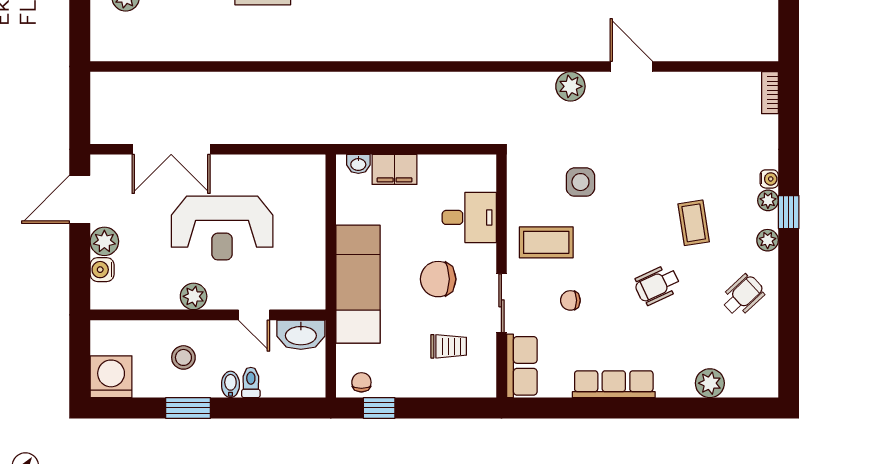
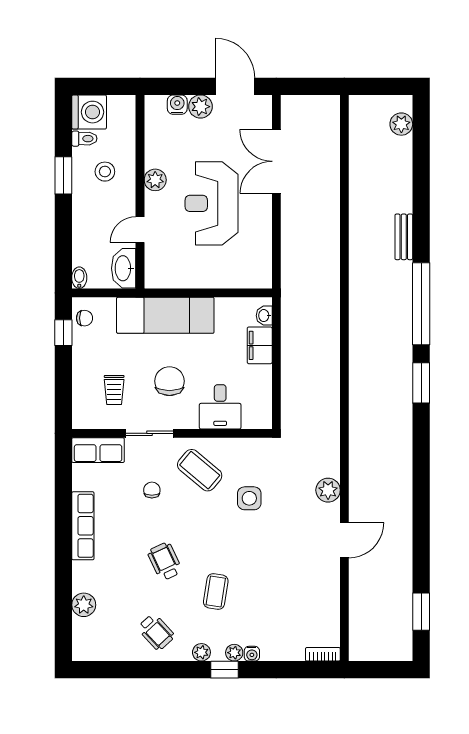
coffee table: (694, 223) -> (216, 591), turned -72
coffee table: (546, 242) -> (200, 470), turned -50
toilet: (251, 382) -> (84, 139), moved
bidet: (230, 384) -> (79, 278), moved, turned -90

